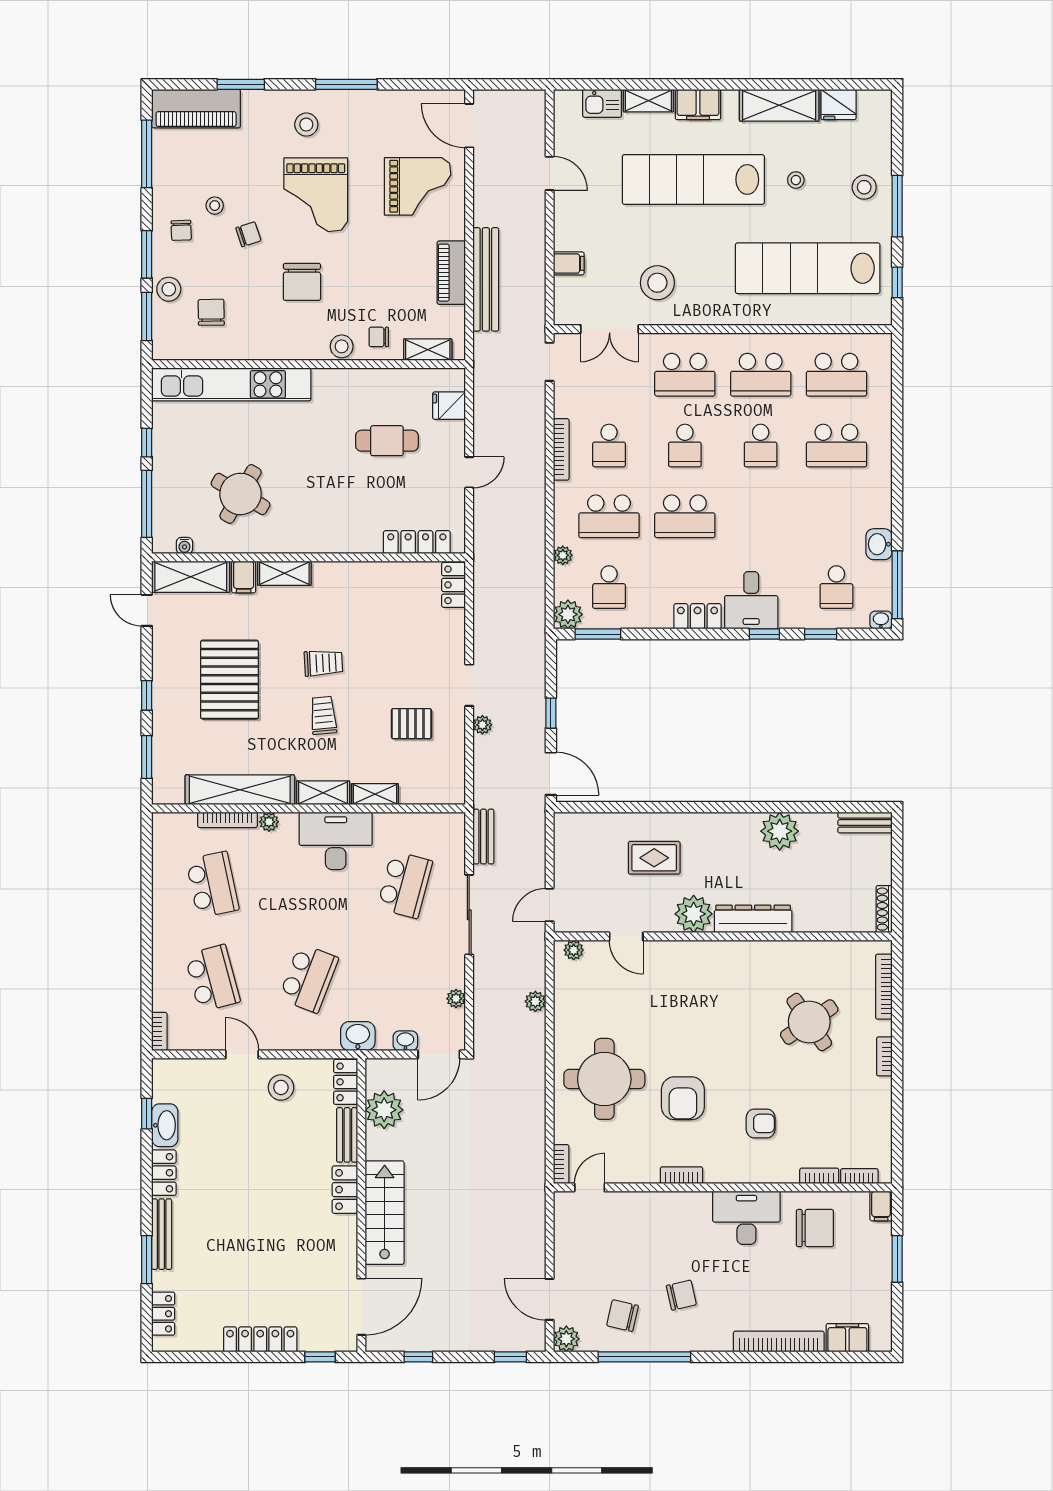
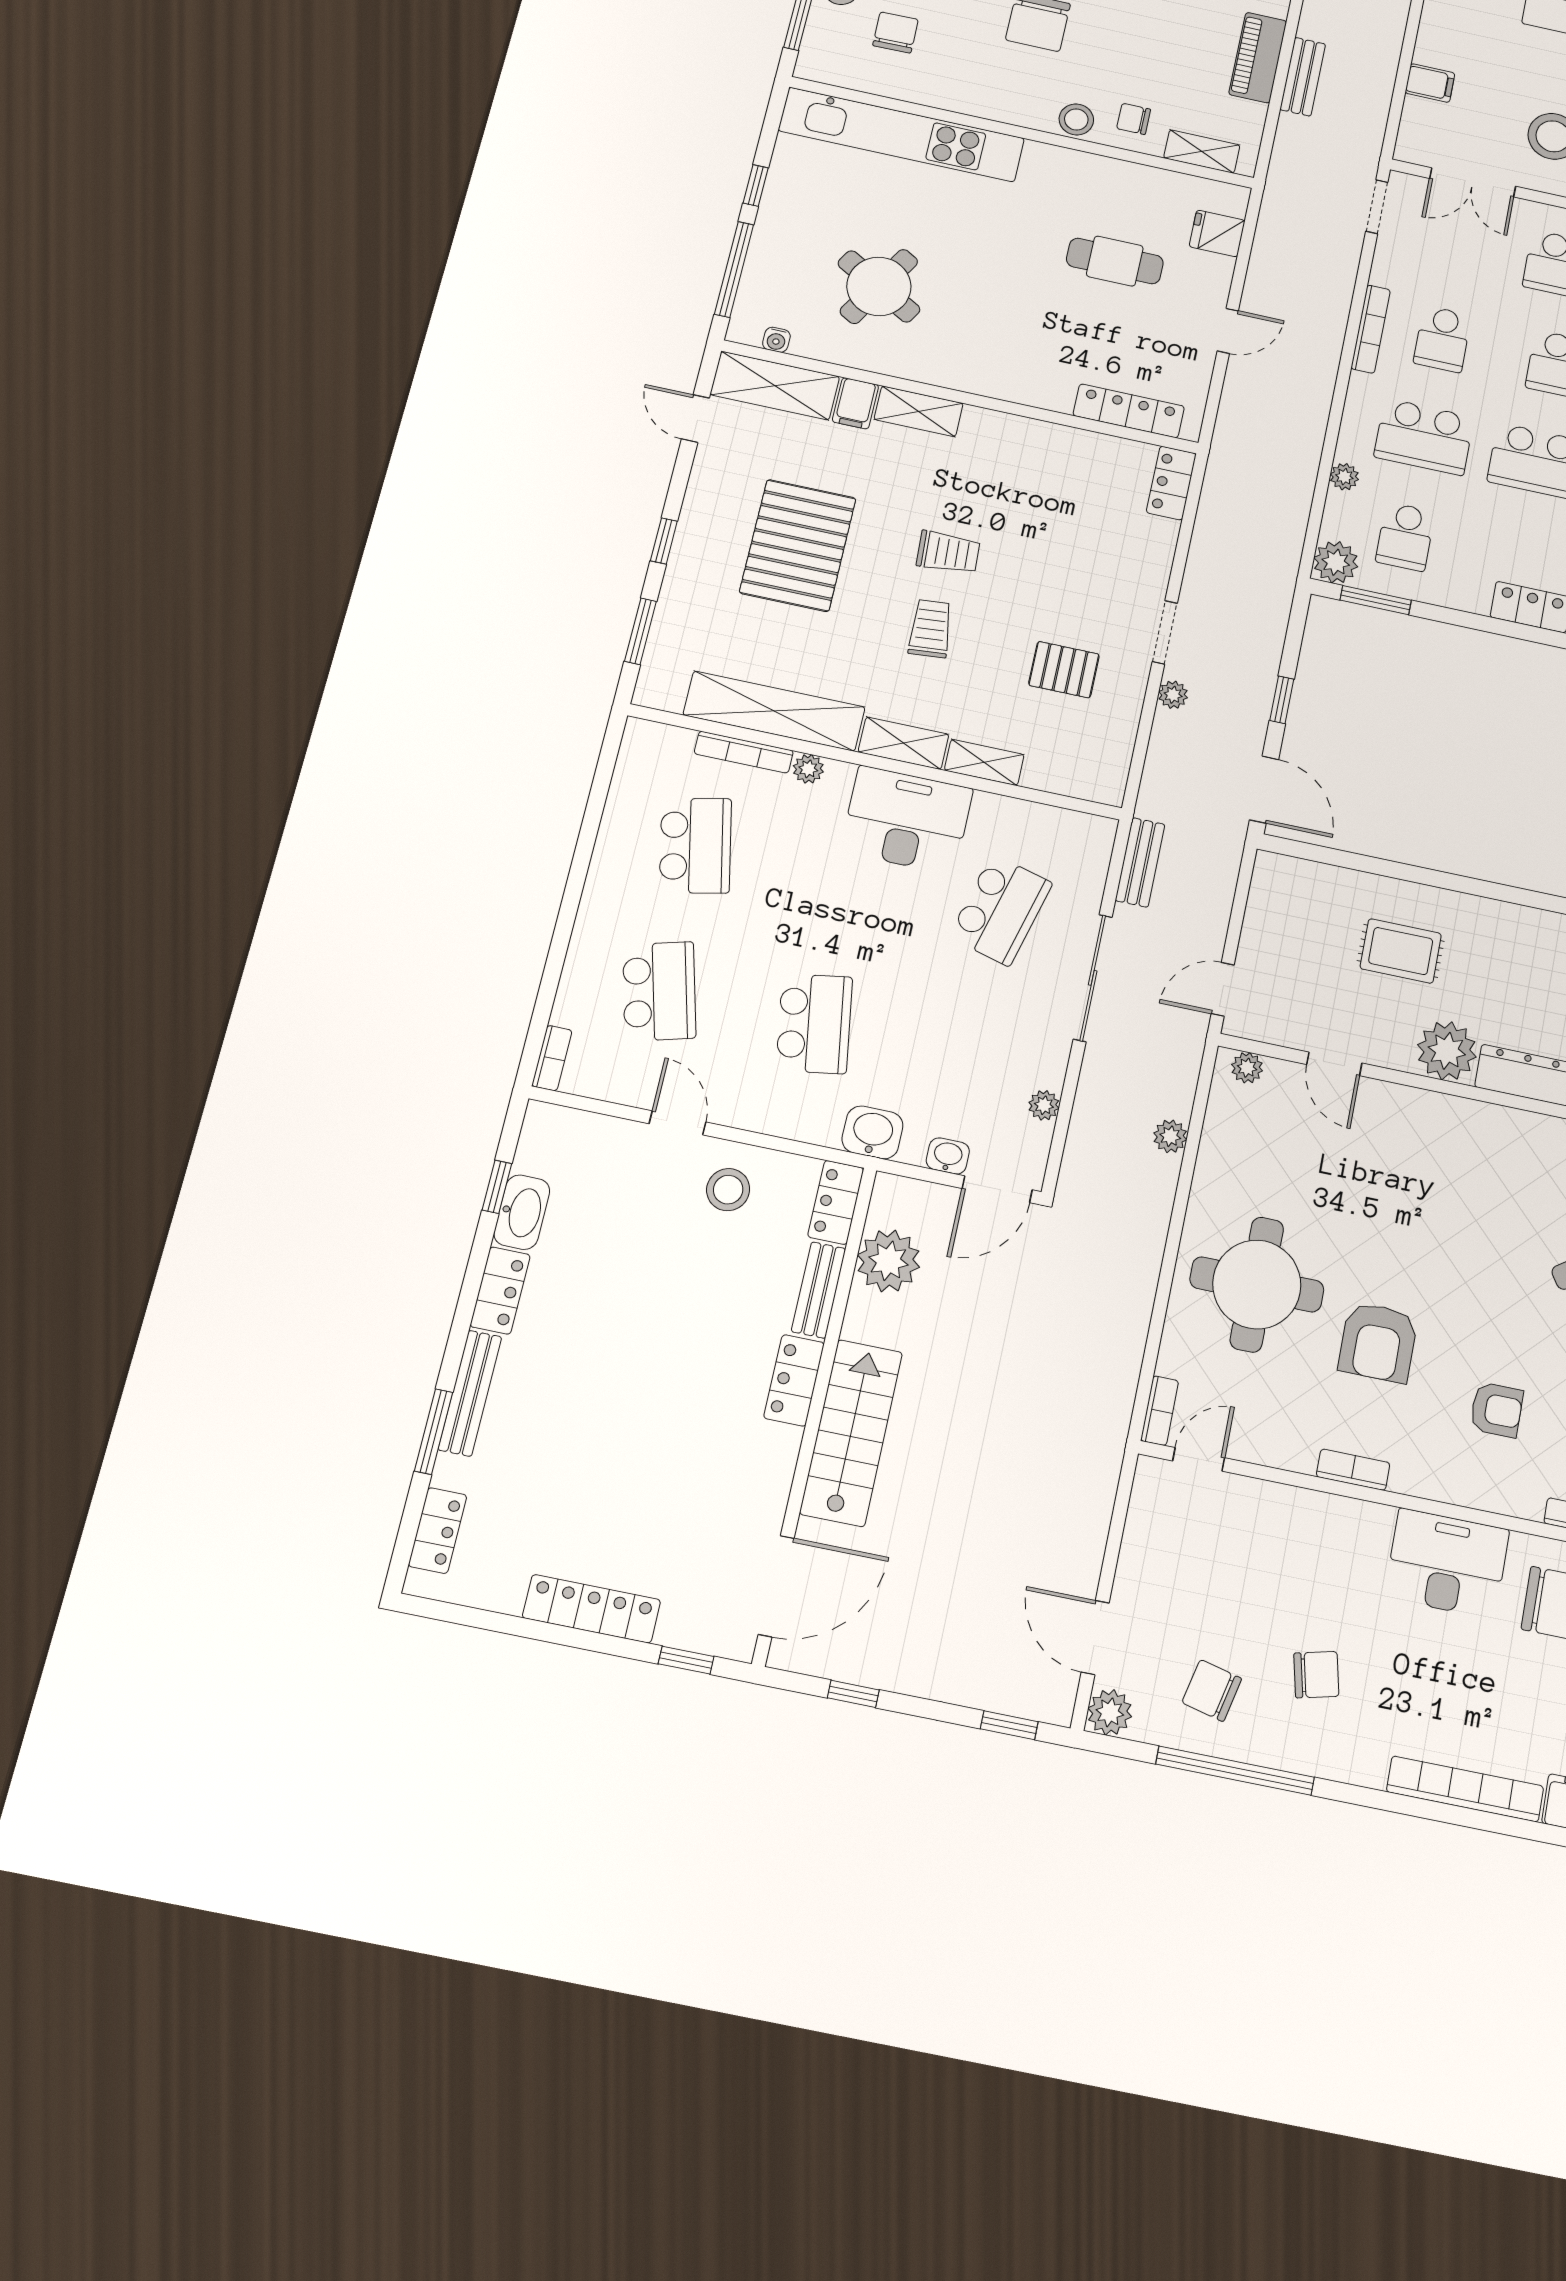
bench: (486, 279) -> (1303, 77), width x0.54, depth x0.82
school desk: (309, 978) -> (814, 1024), turned -30

